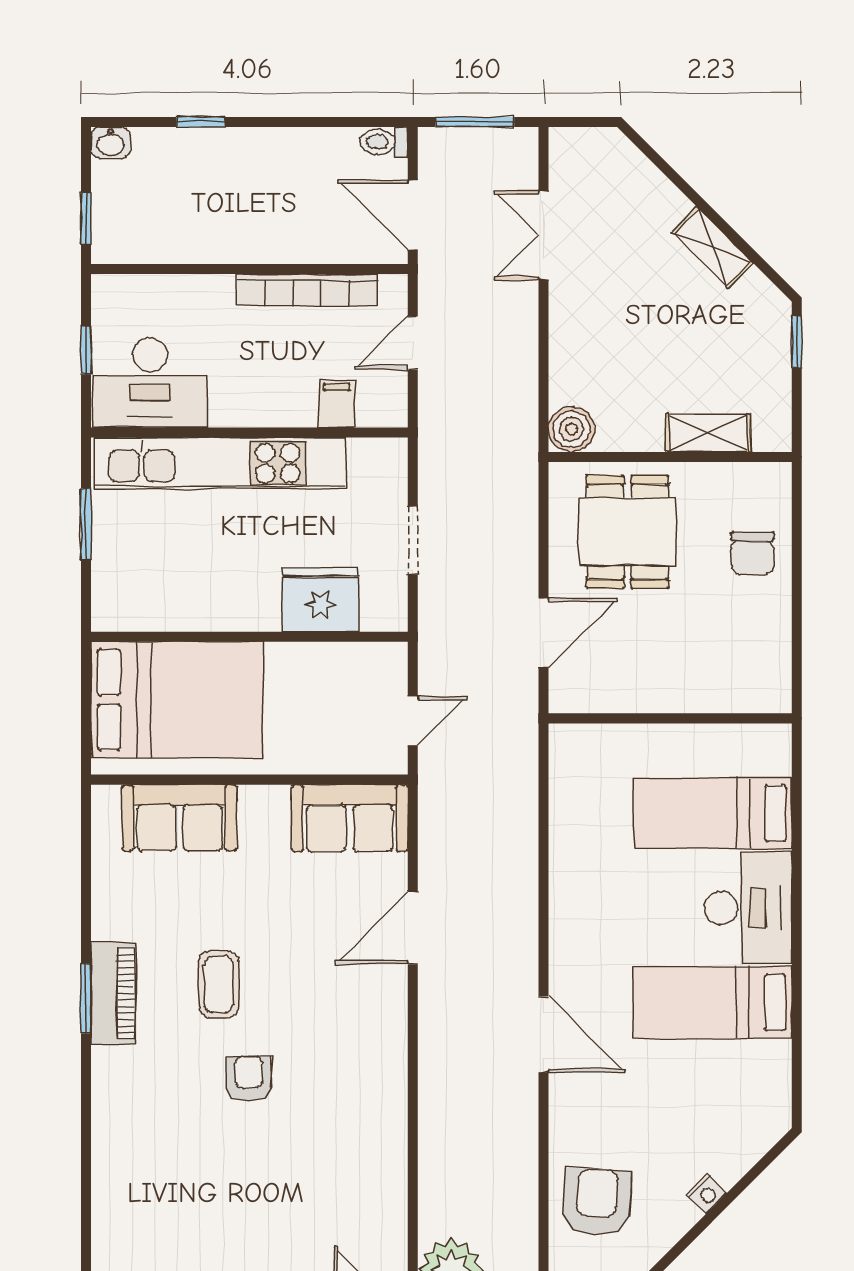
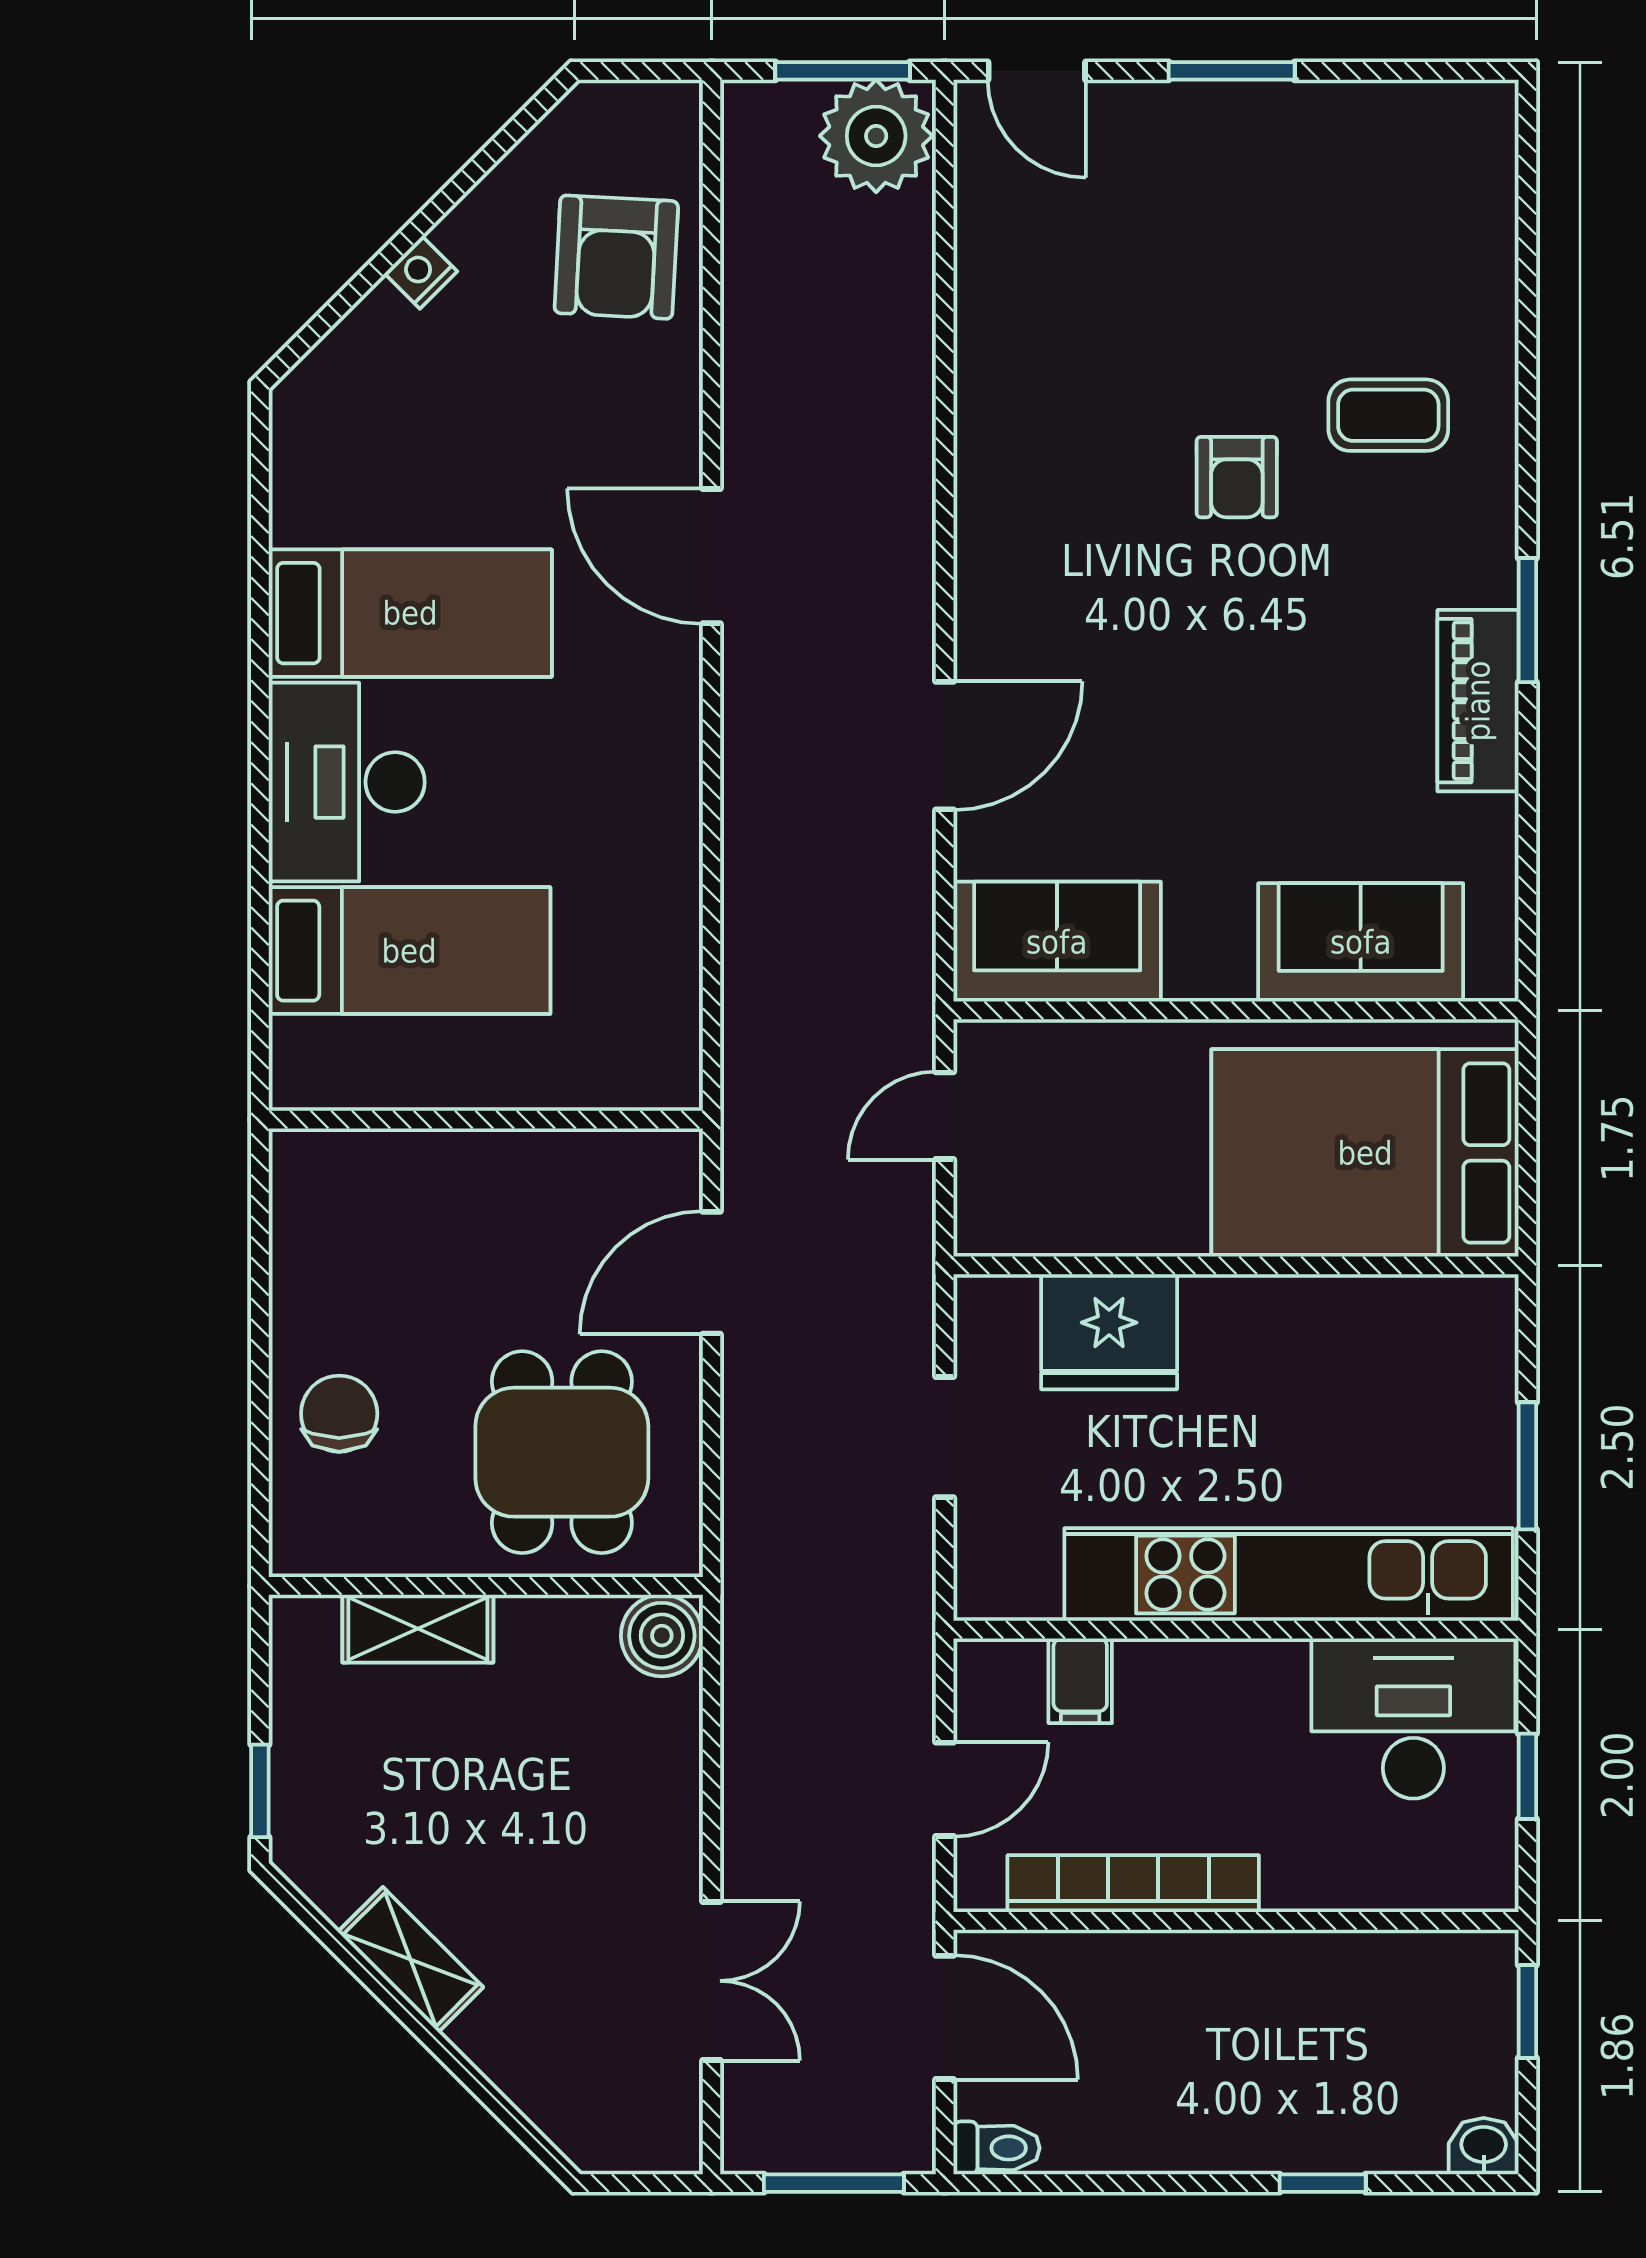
coffee table: (219, 984) -> (1388, 415), moved, turned 90
piano: (114, 993) -> (1478, 701), moved

